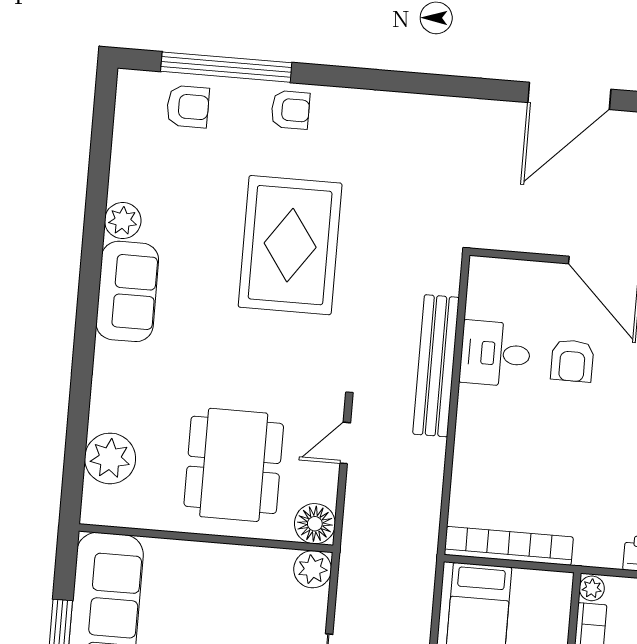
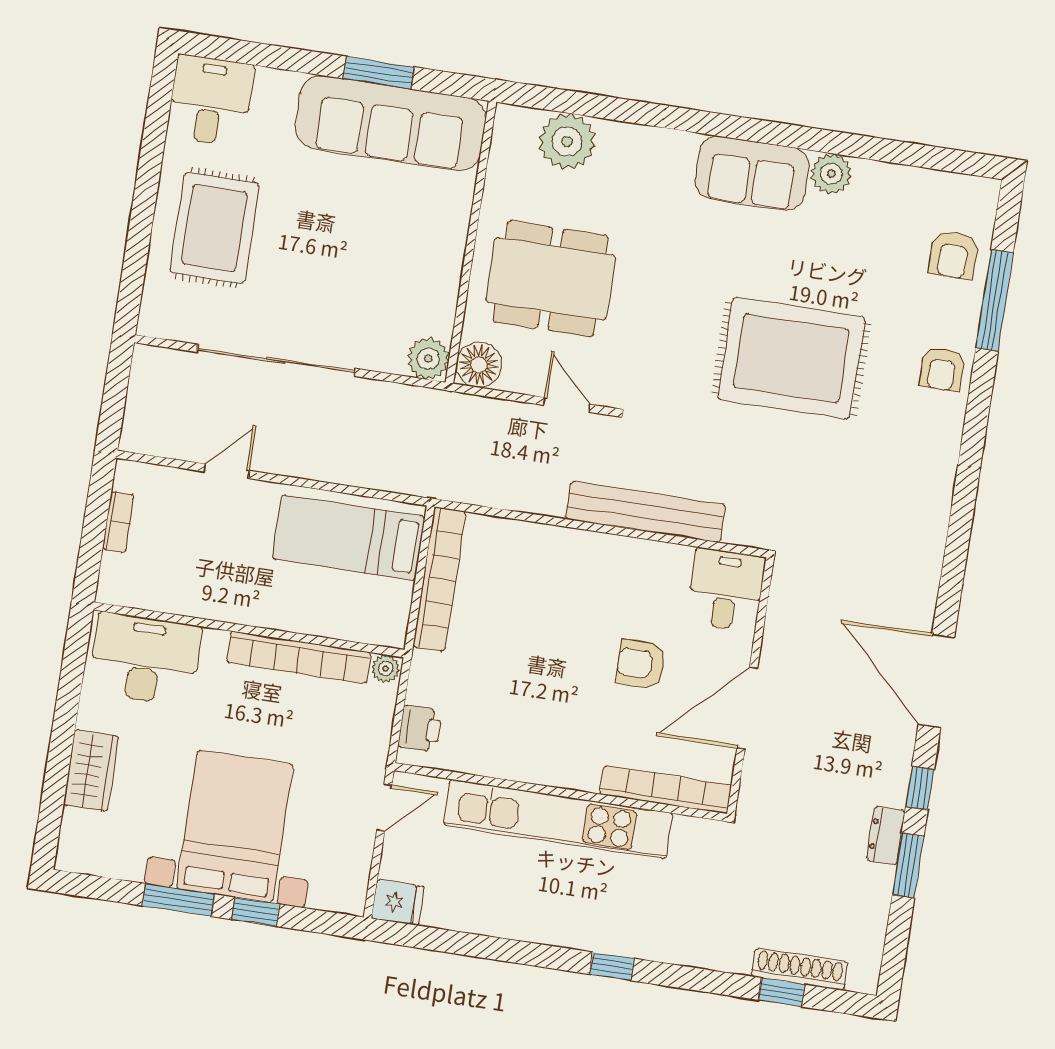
window: (226, 67) -> (995, 301), width x0.68
desk: (495, 354) -> (726, 590), moved

